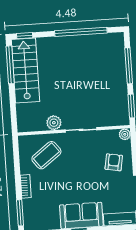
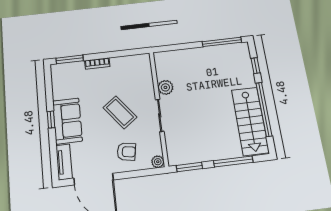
window: (25, 36) -> (255, 66), moved
stairs: (25, 70) -> (250, 121), moved, turned 90
coffee table: (46, 155) -> (120, 112), moved

